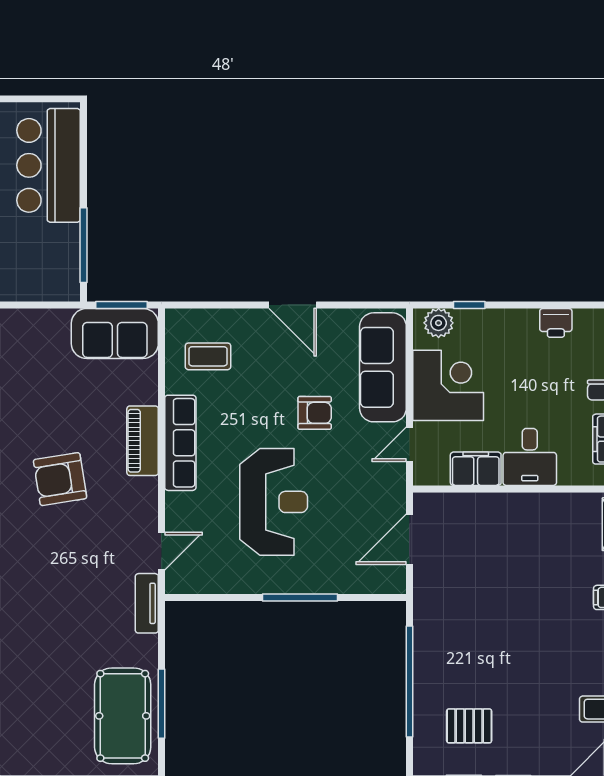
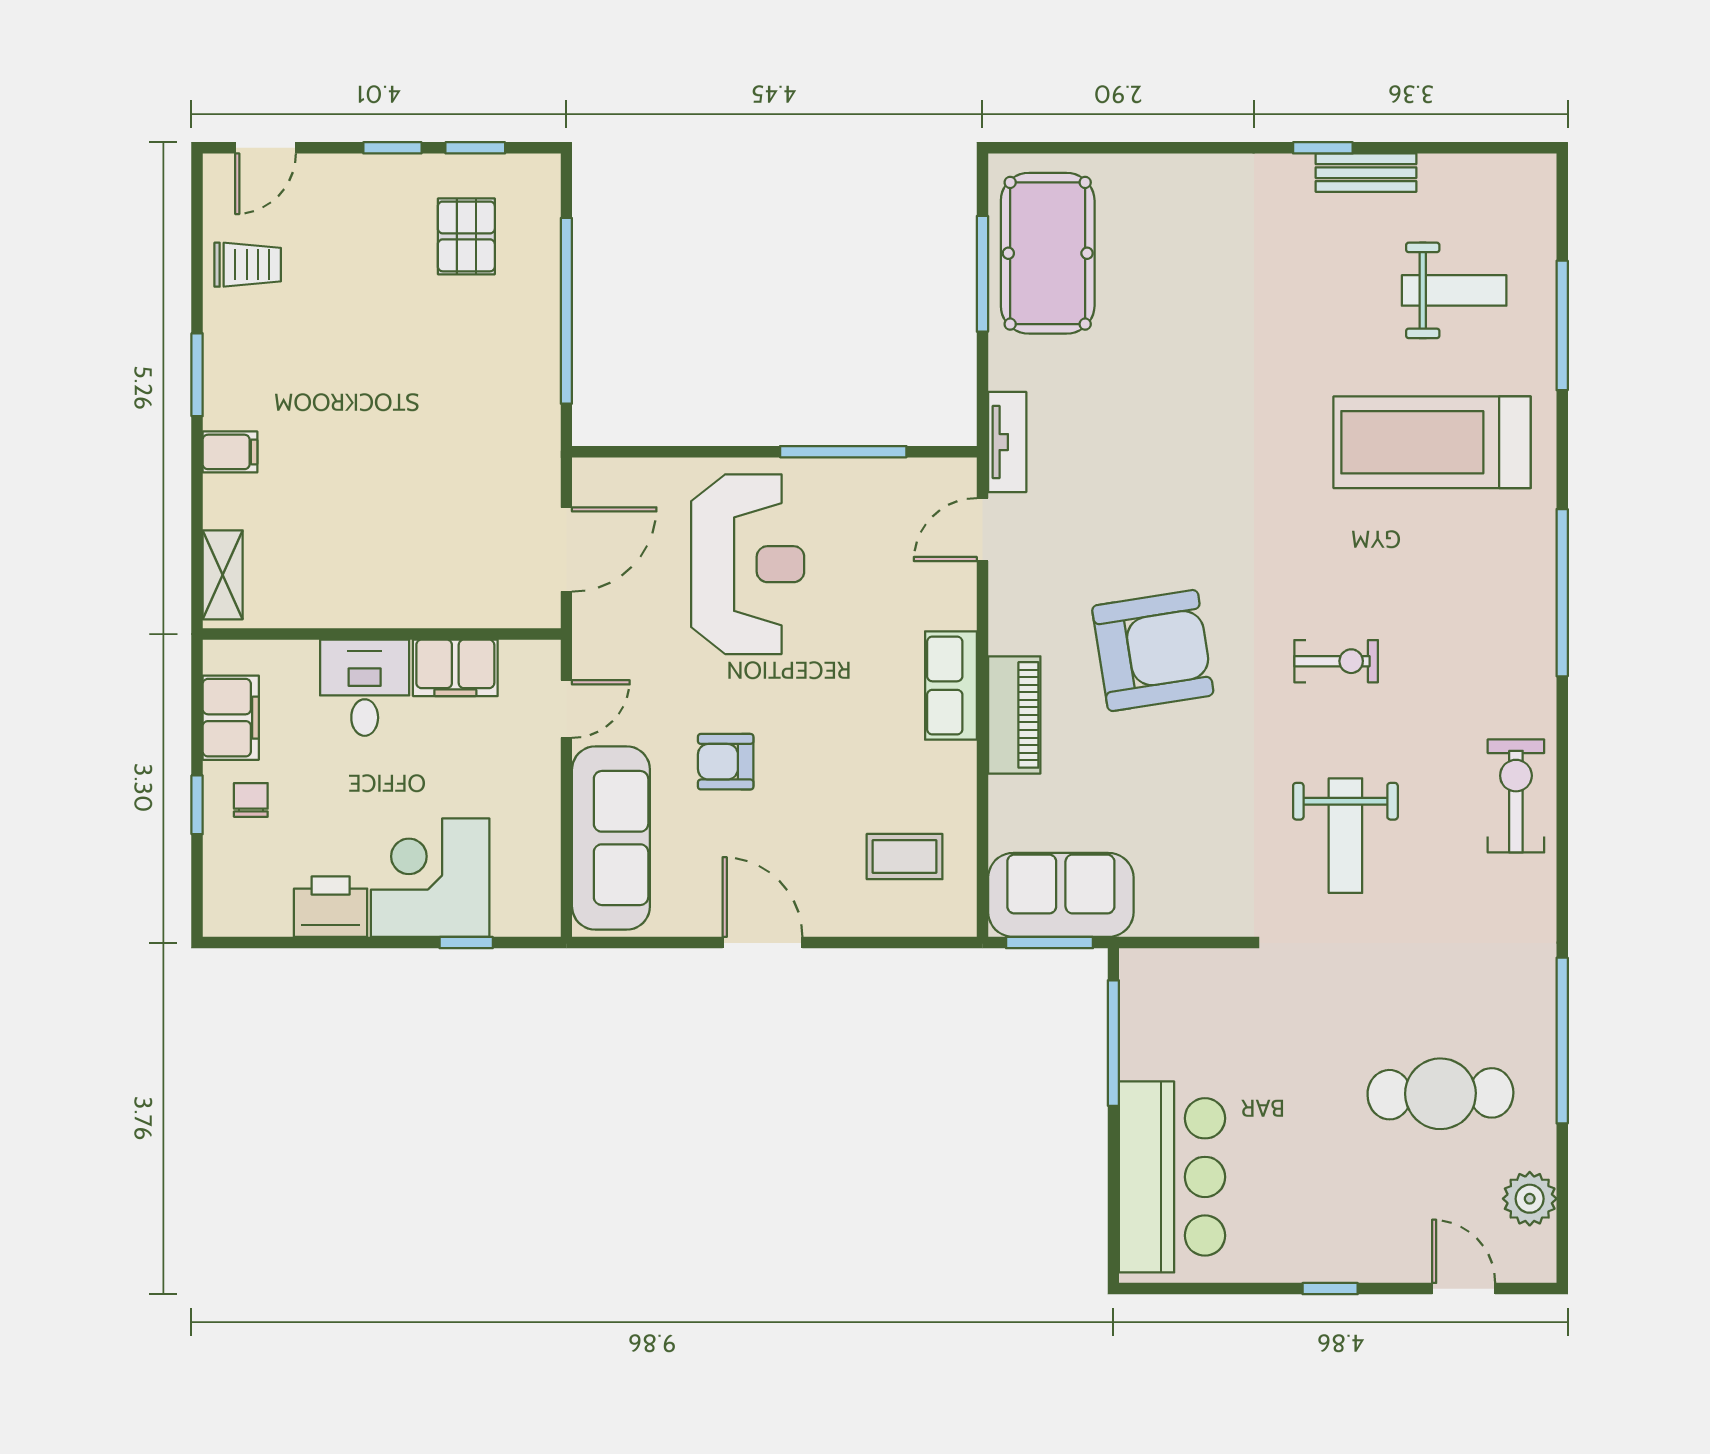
plant: (439, 323) -> (518, 912), removed
printer: (556, 323) -> (331, 907), width x1.36, depth x1.24
corner desk: (448, 385) -> (430, 878), moved, turned 90
row of seats: (180, 443) -> (951, 686), width x0.68
armchair: (60, 479) -> (1153, 651), width x1.36, depth x1.36
reception desk: (274, 502) -> (748, 564), moved, turned 180
window: (300, 598) -> (843, 452), moved
pallet: (469, 726) -> (466, 236), turned 90

